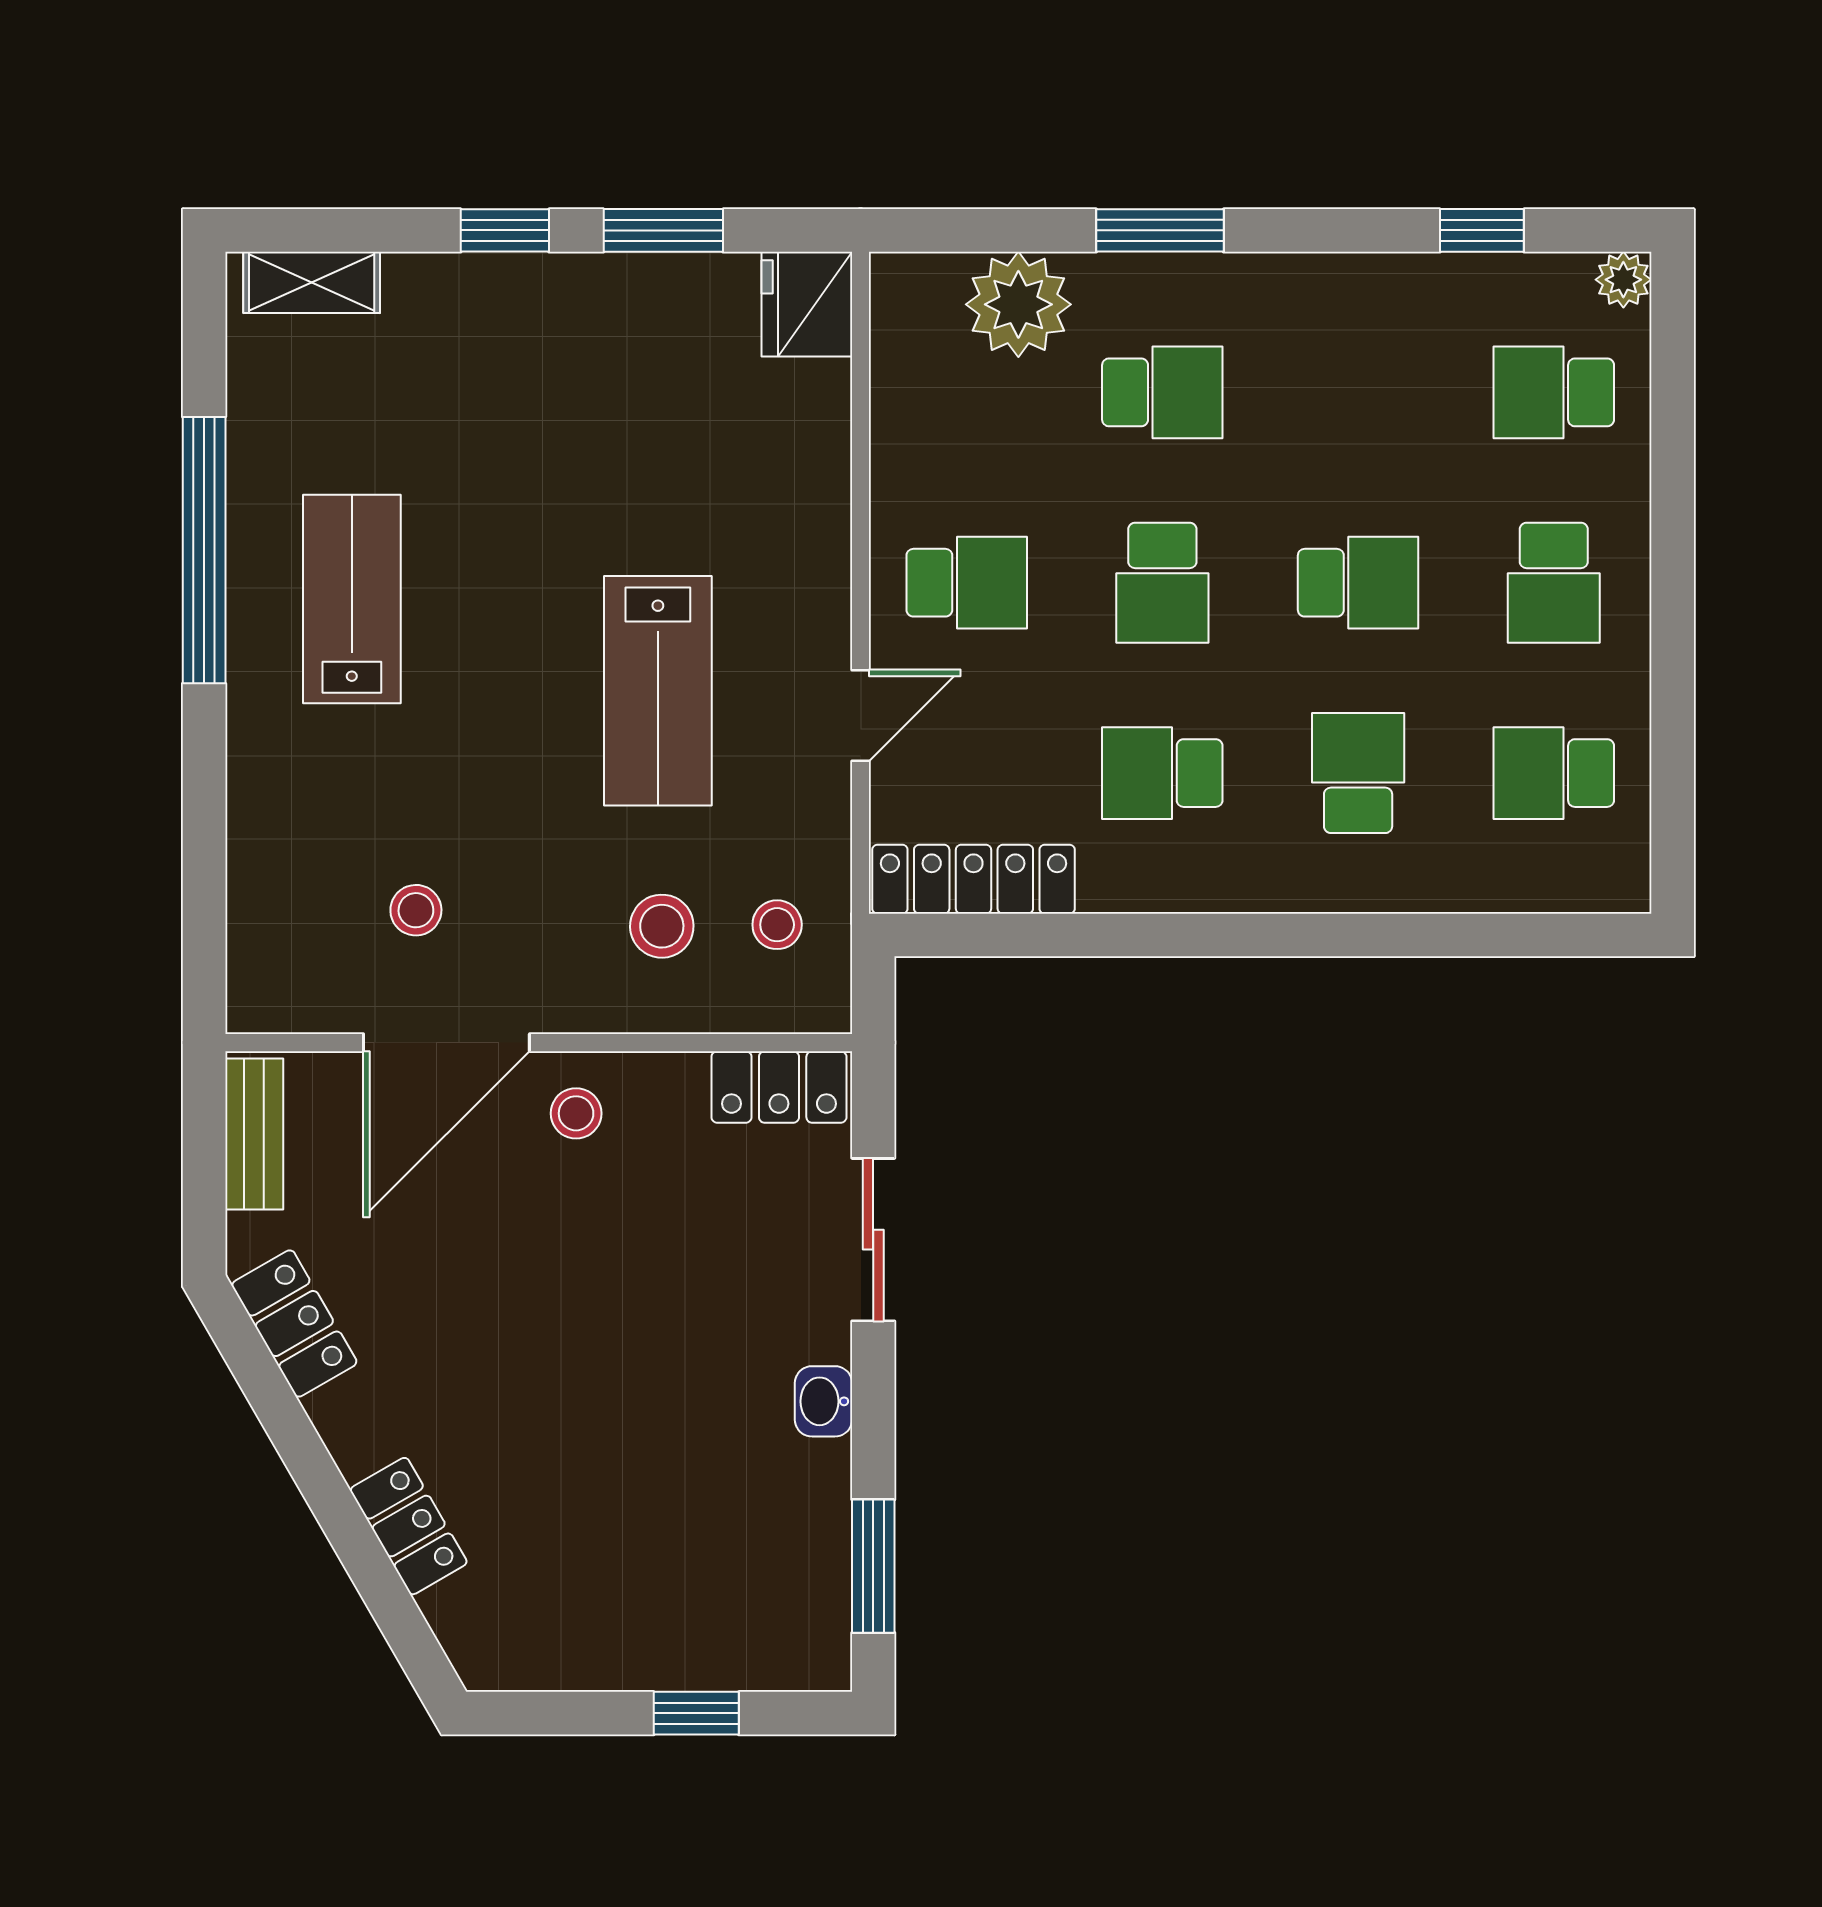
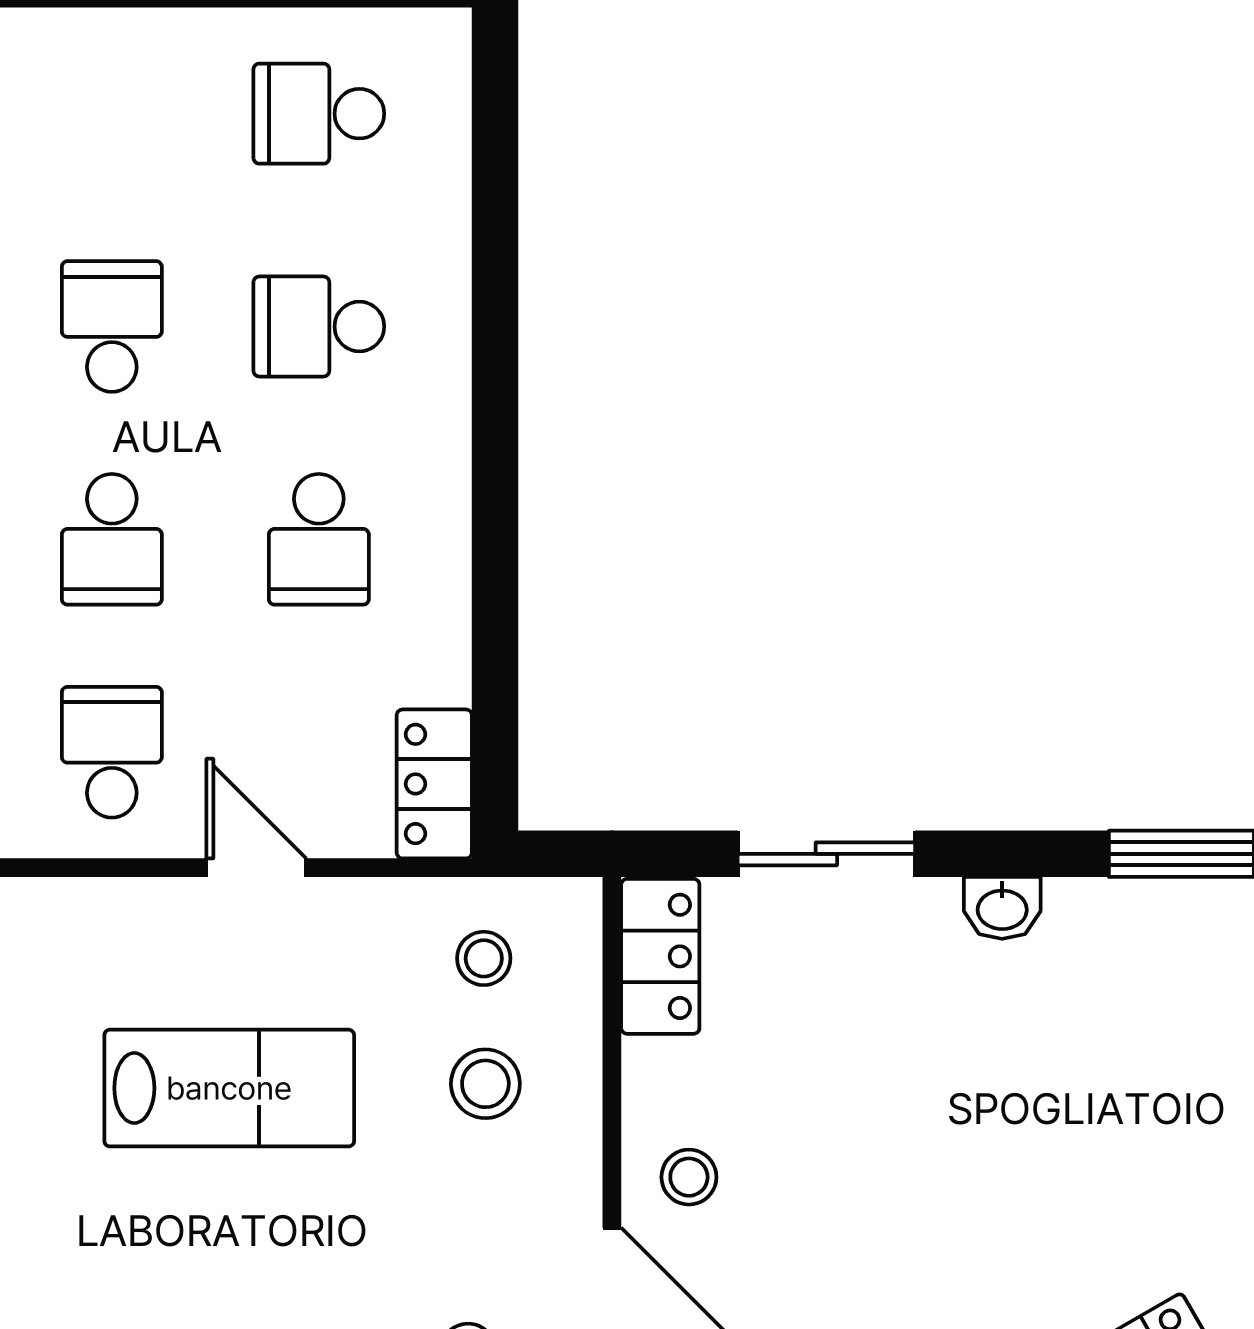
school desk: (1162, 583) -> (112, 539), turned 90
school desk: (1554, 583) -> (112, 114), removed
school desk: (1554, 773) -> (319, 114), turned 90
locker: (973, 879) -> (434, 784), width x0.66

